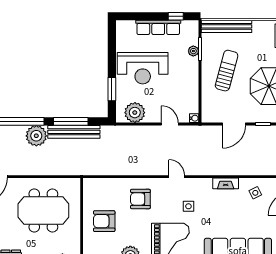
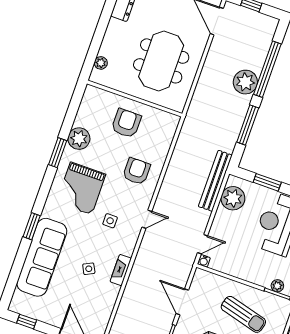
door: (170, 124) -> (203, 244), moved
bench: (74, 132) -> (215, 181), moved
side table: (255, 193) -> (89, 269), moved

